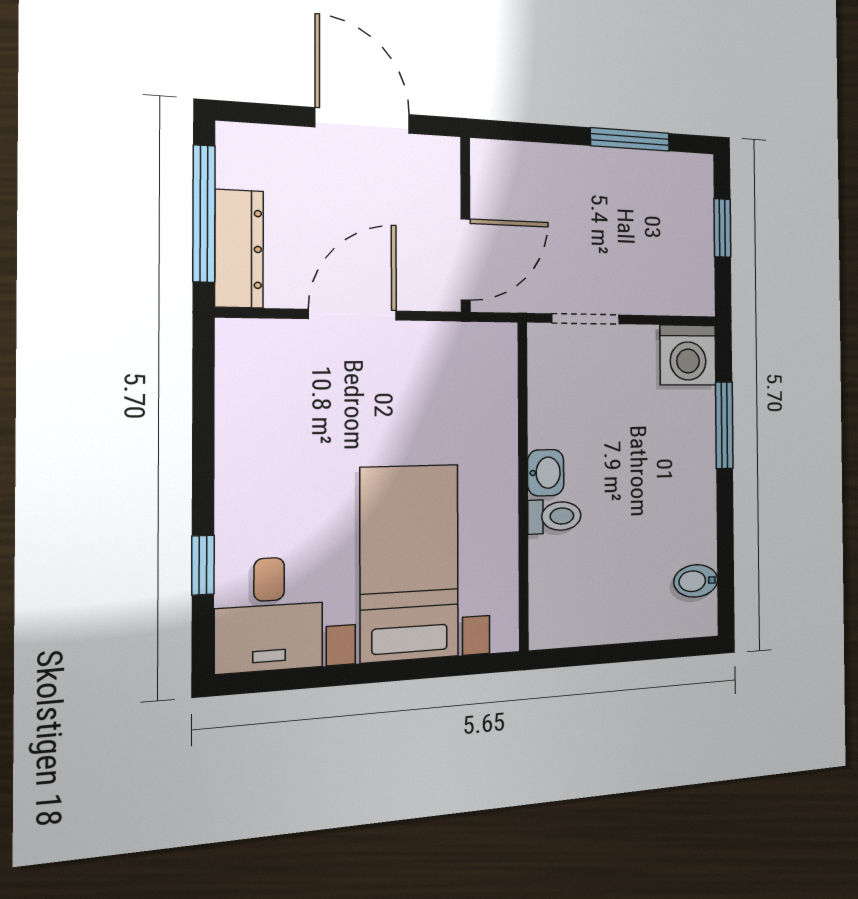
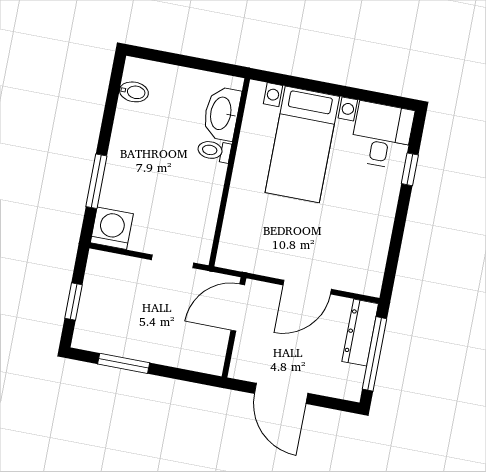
washbasin: (546, 473) -> (222, 113), moved, width x1.91, depth x1.45

